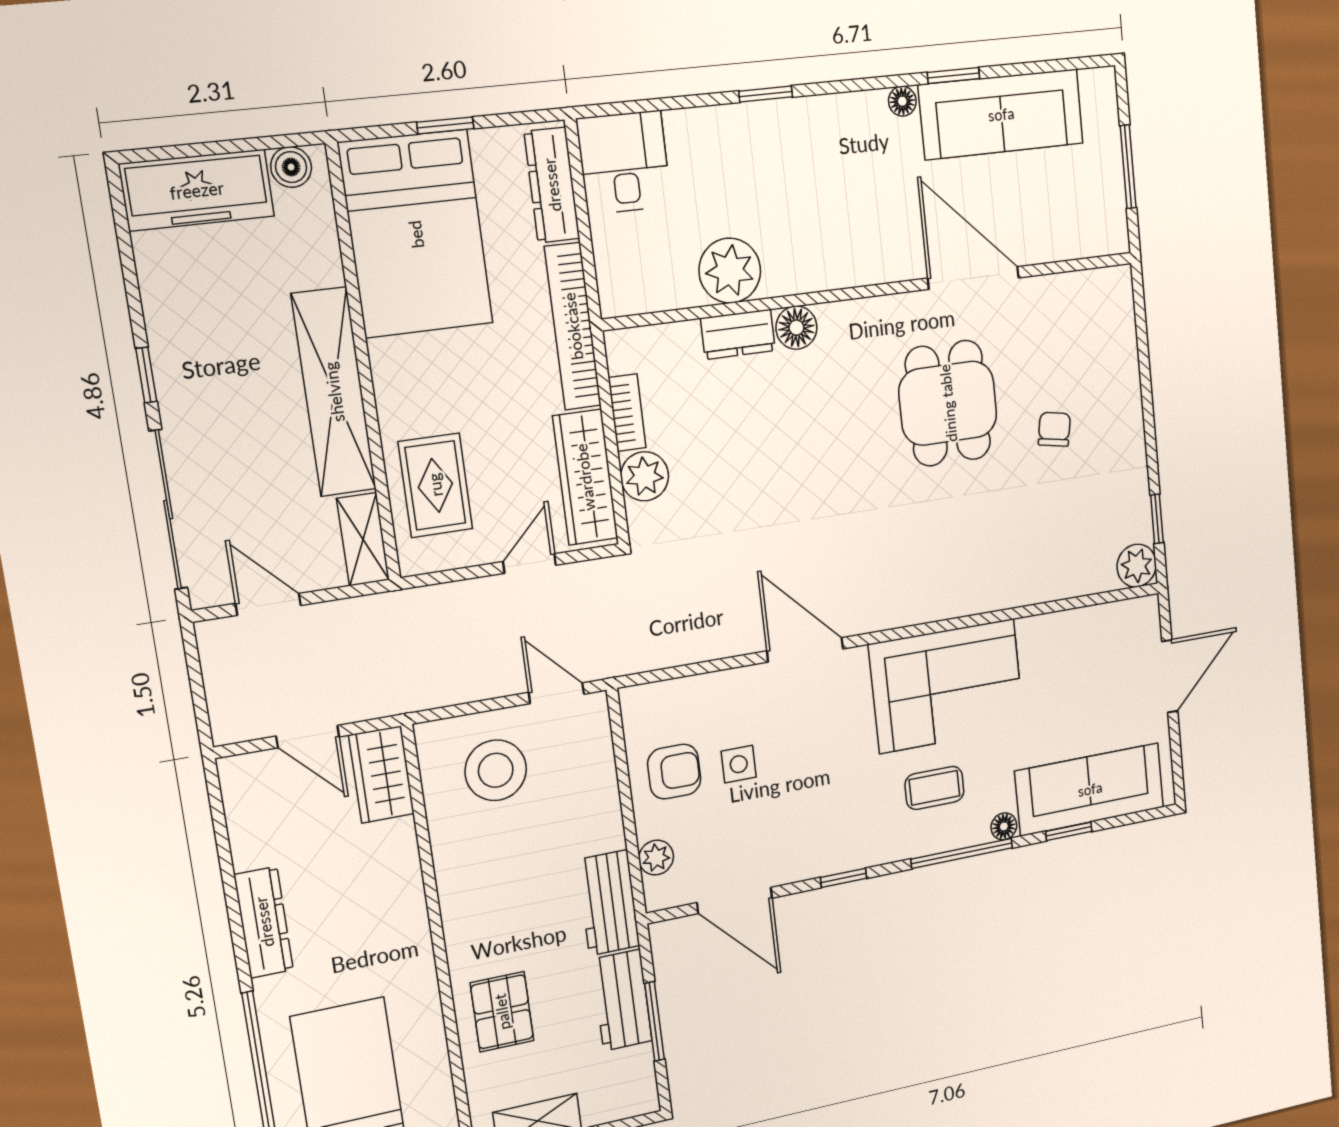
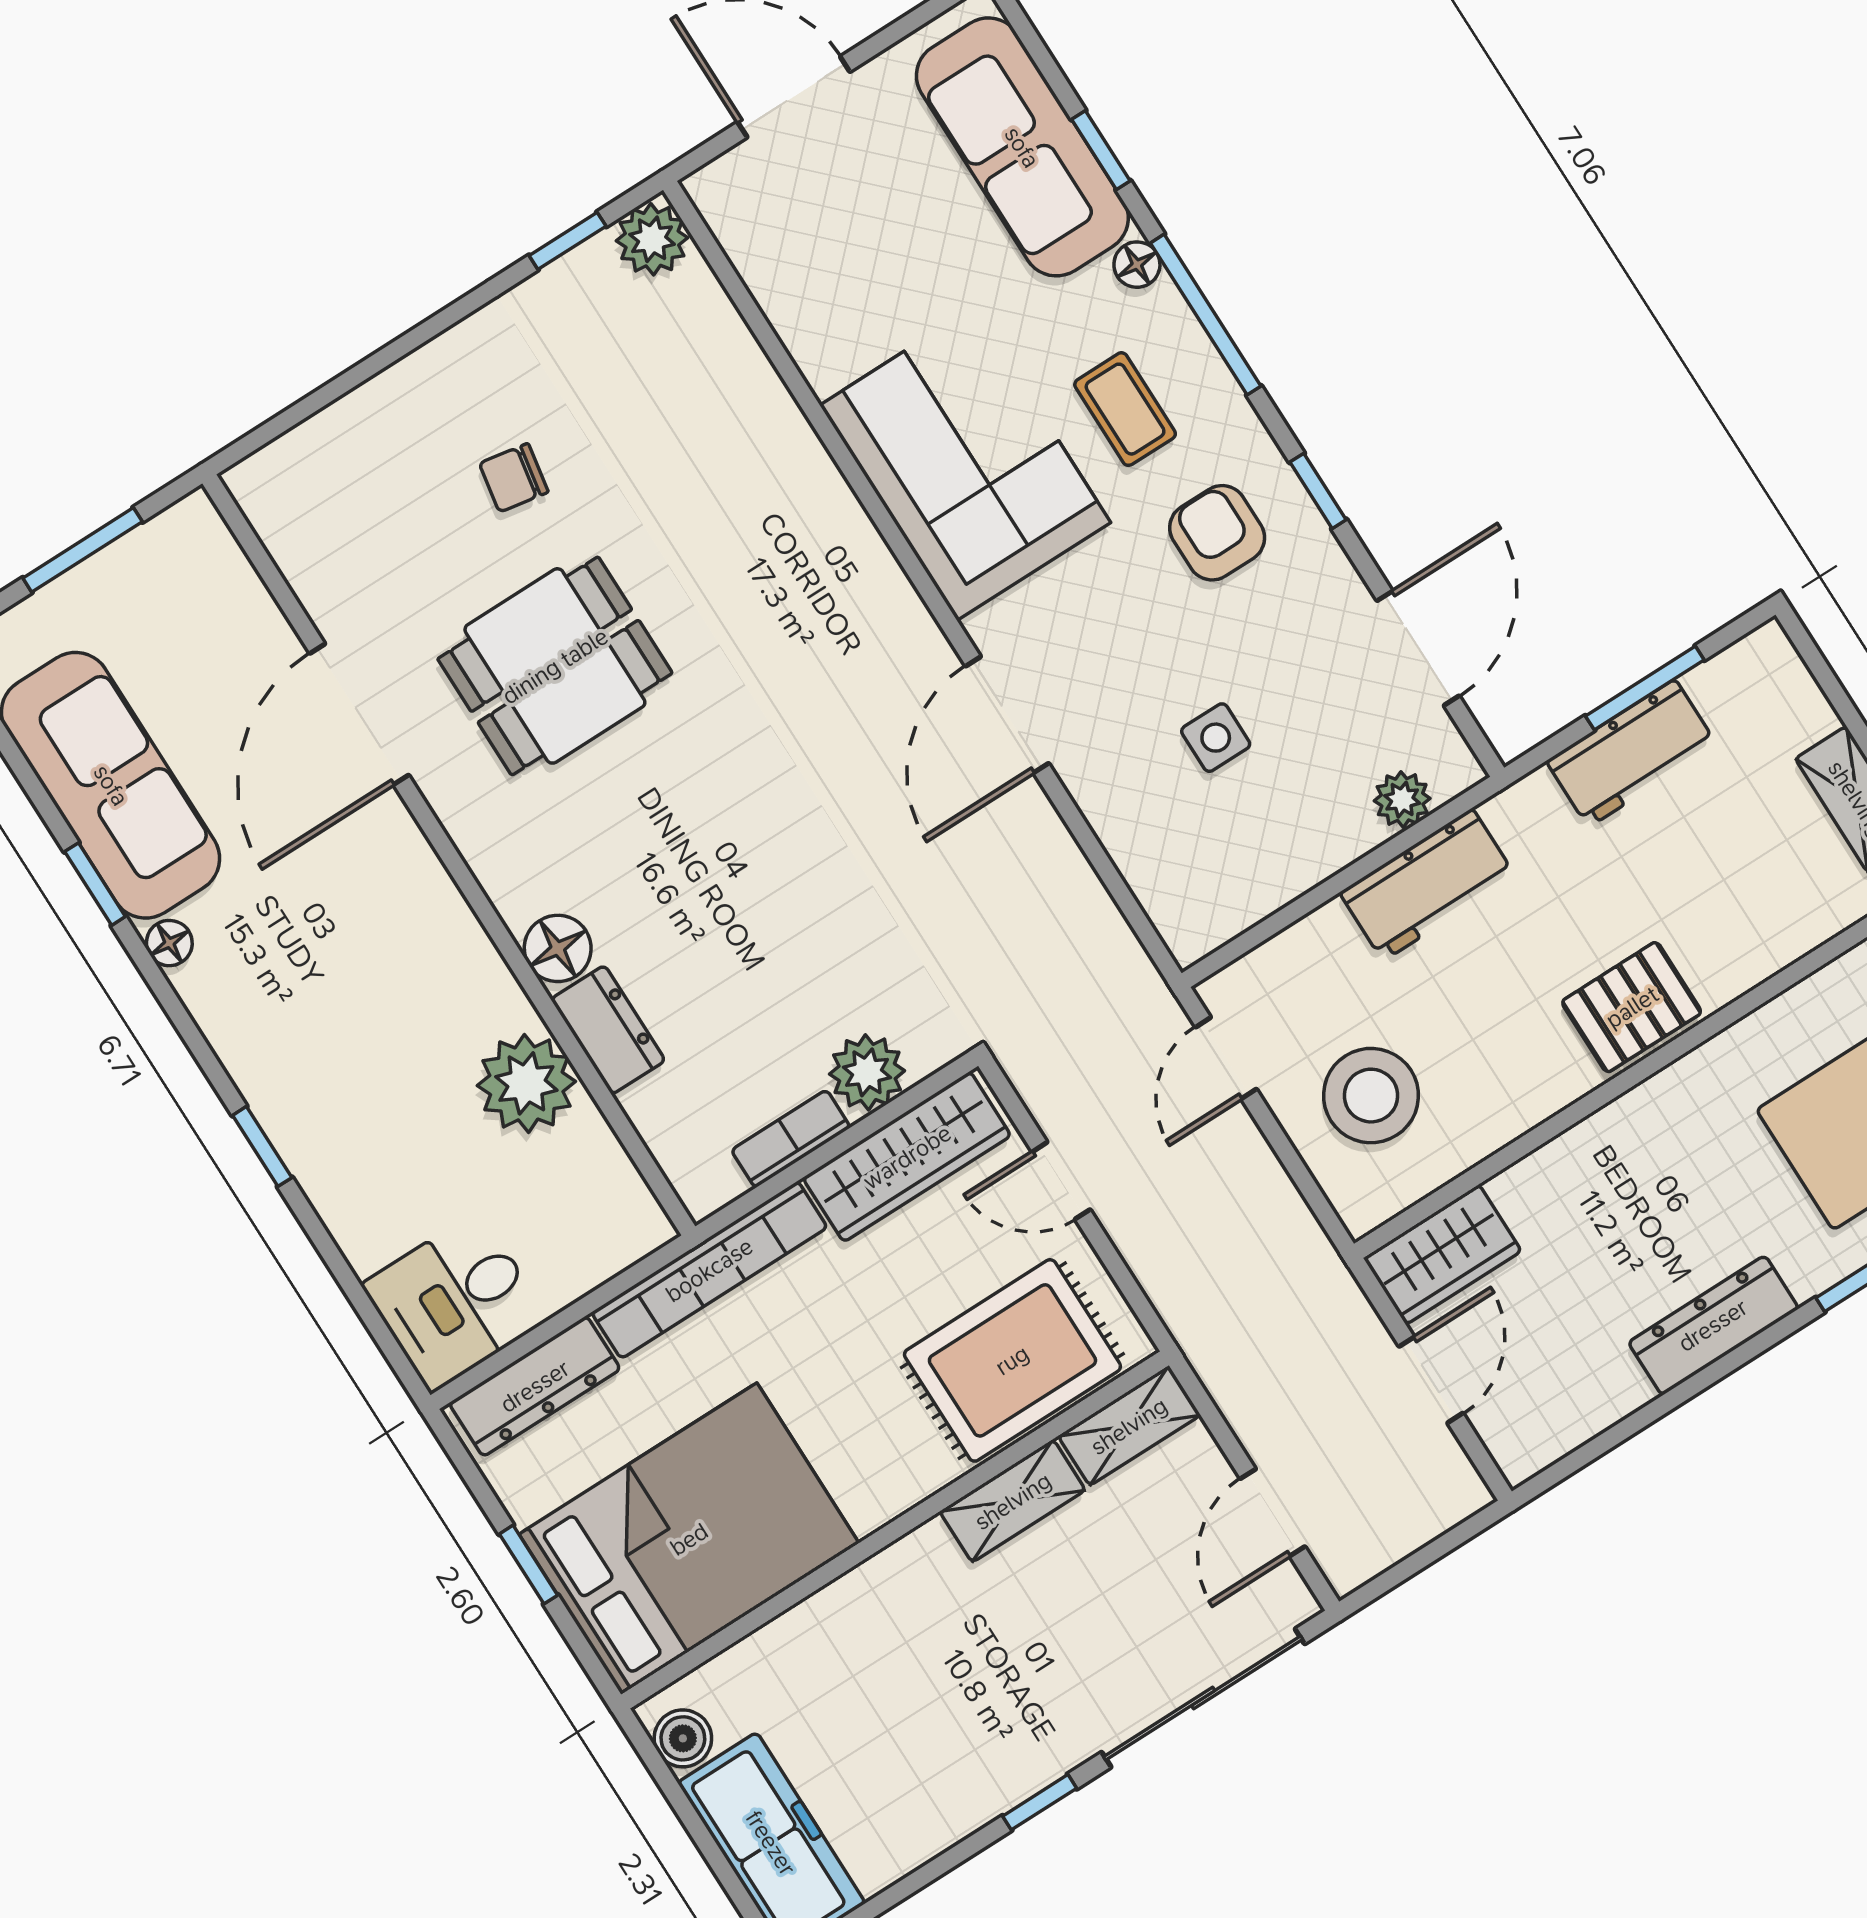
shelving: (334, 392) -> (1013, 1501), width x0.45, depth x0.75
rug: (435, 485) -> (1012, 1360), width x1.36, depth x1.43
armchair: (674, 772) -> (1217, 533), moved
workbench: (608, 903) -> (1428, 885), moved
pallet: (502, 1012) -> (1632, 1007), moved

